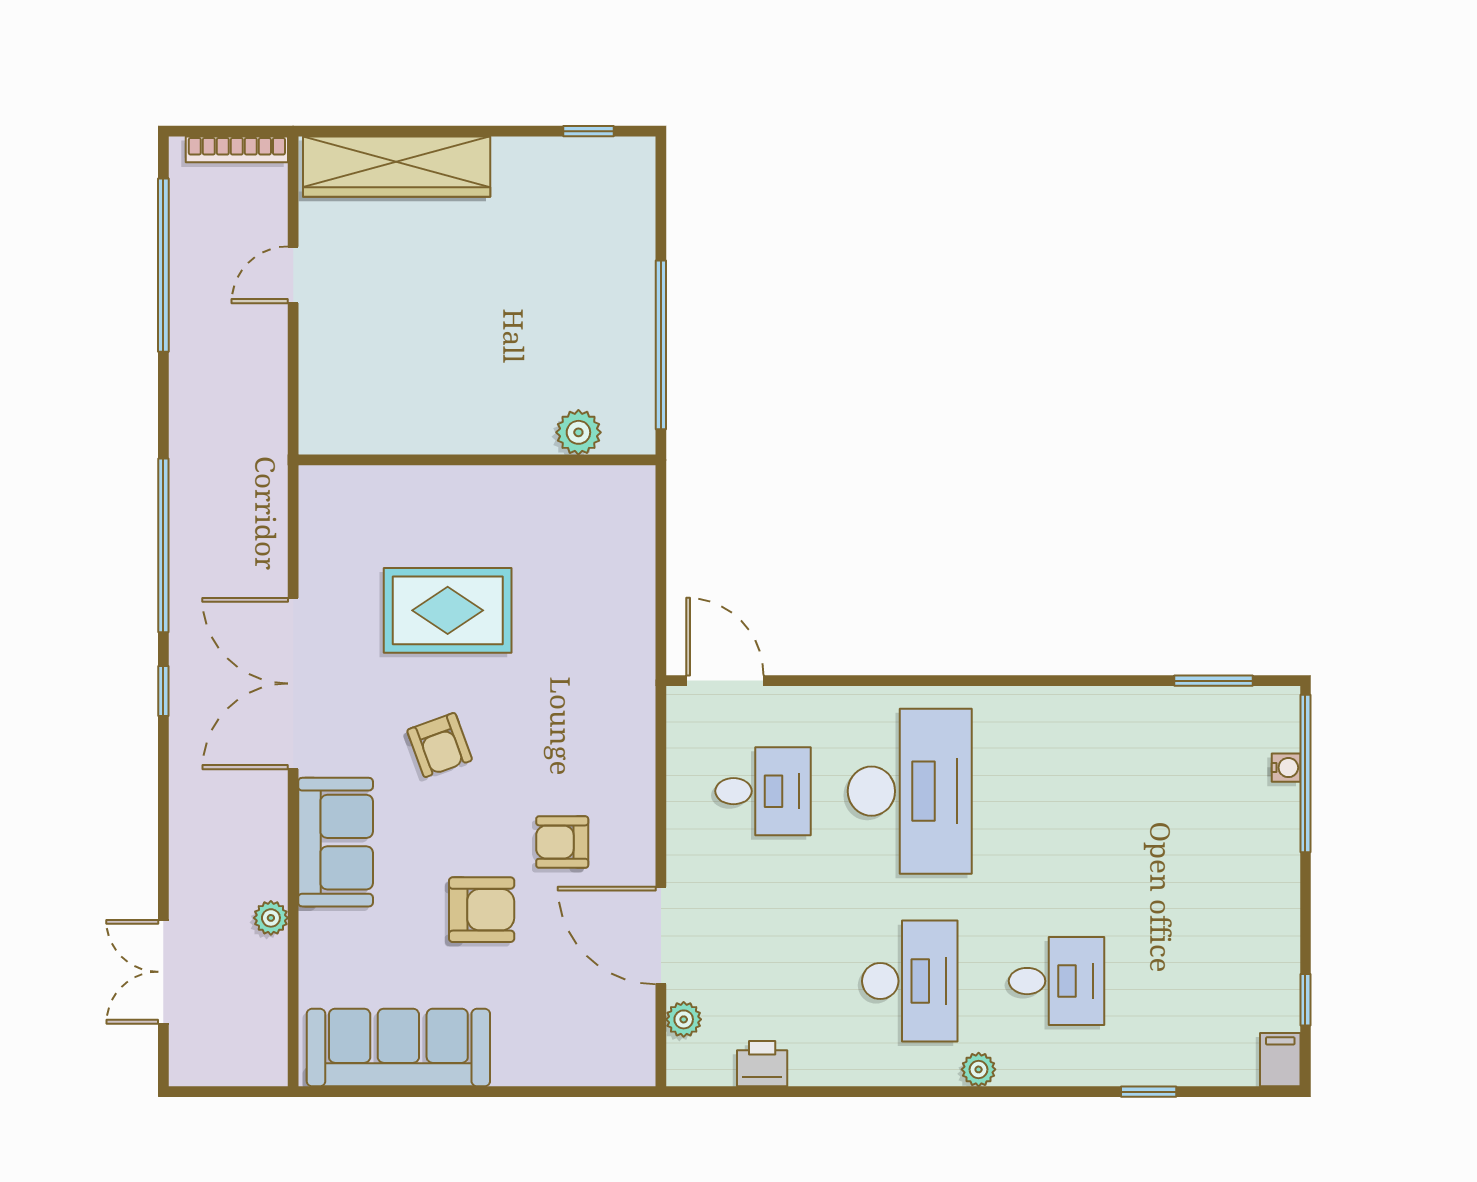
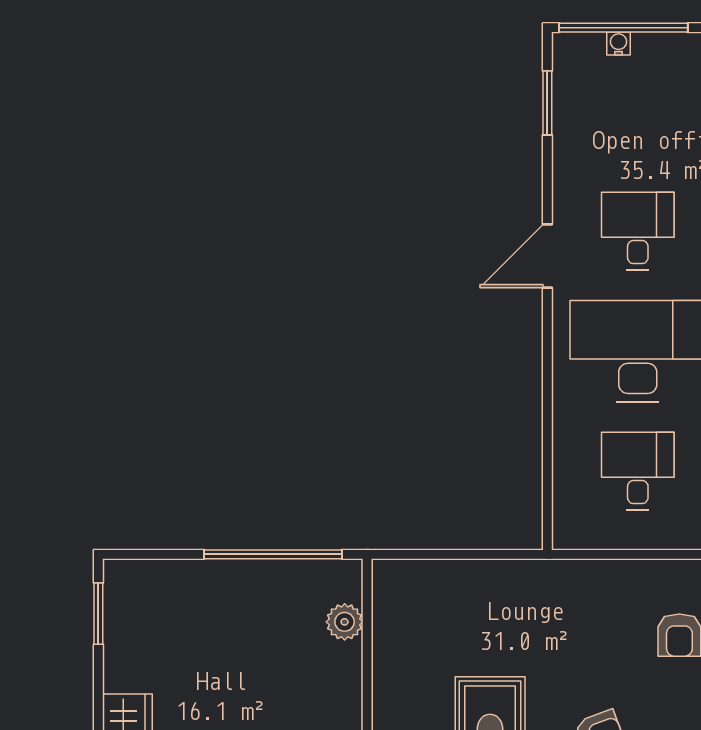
window: (588, 131) -> (98, 614), width x1.50
door: (725, 681) -> (547, 256), moved
desk: (1057, 791) -> (638, 231), added

